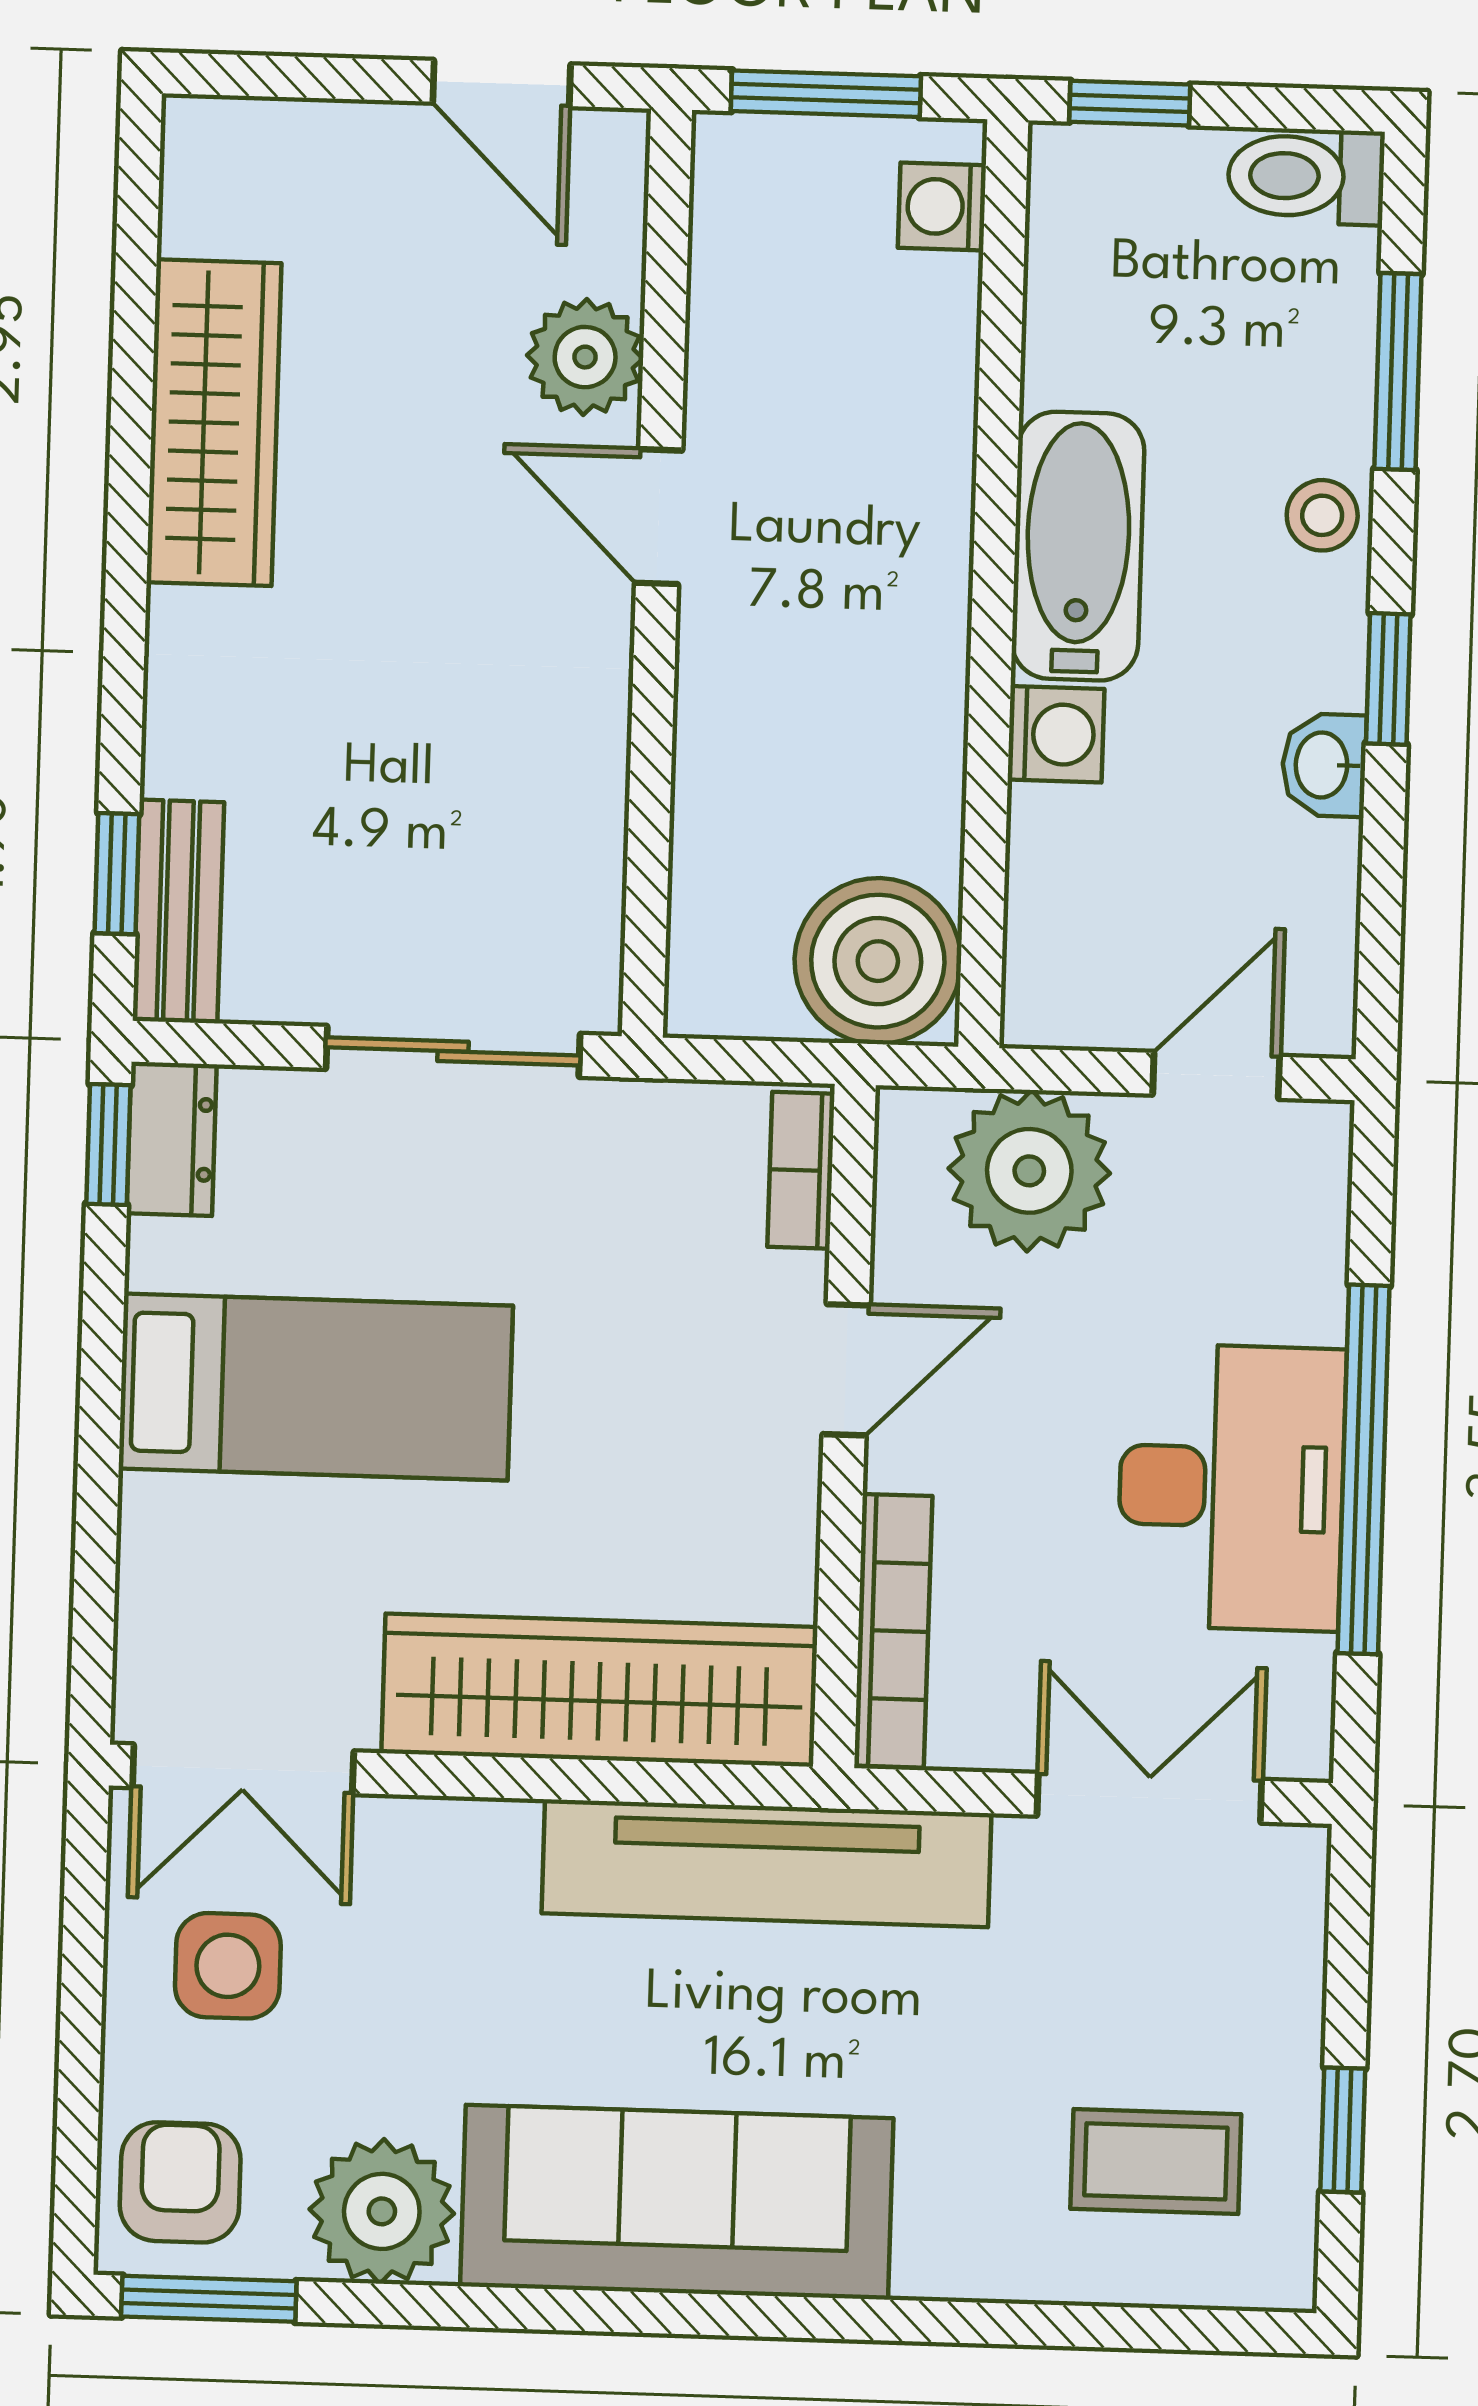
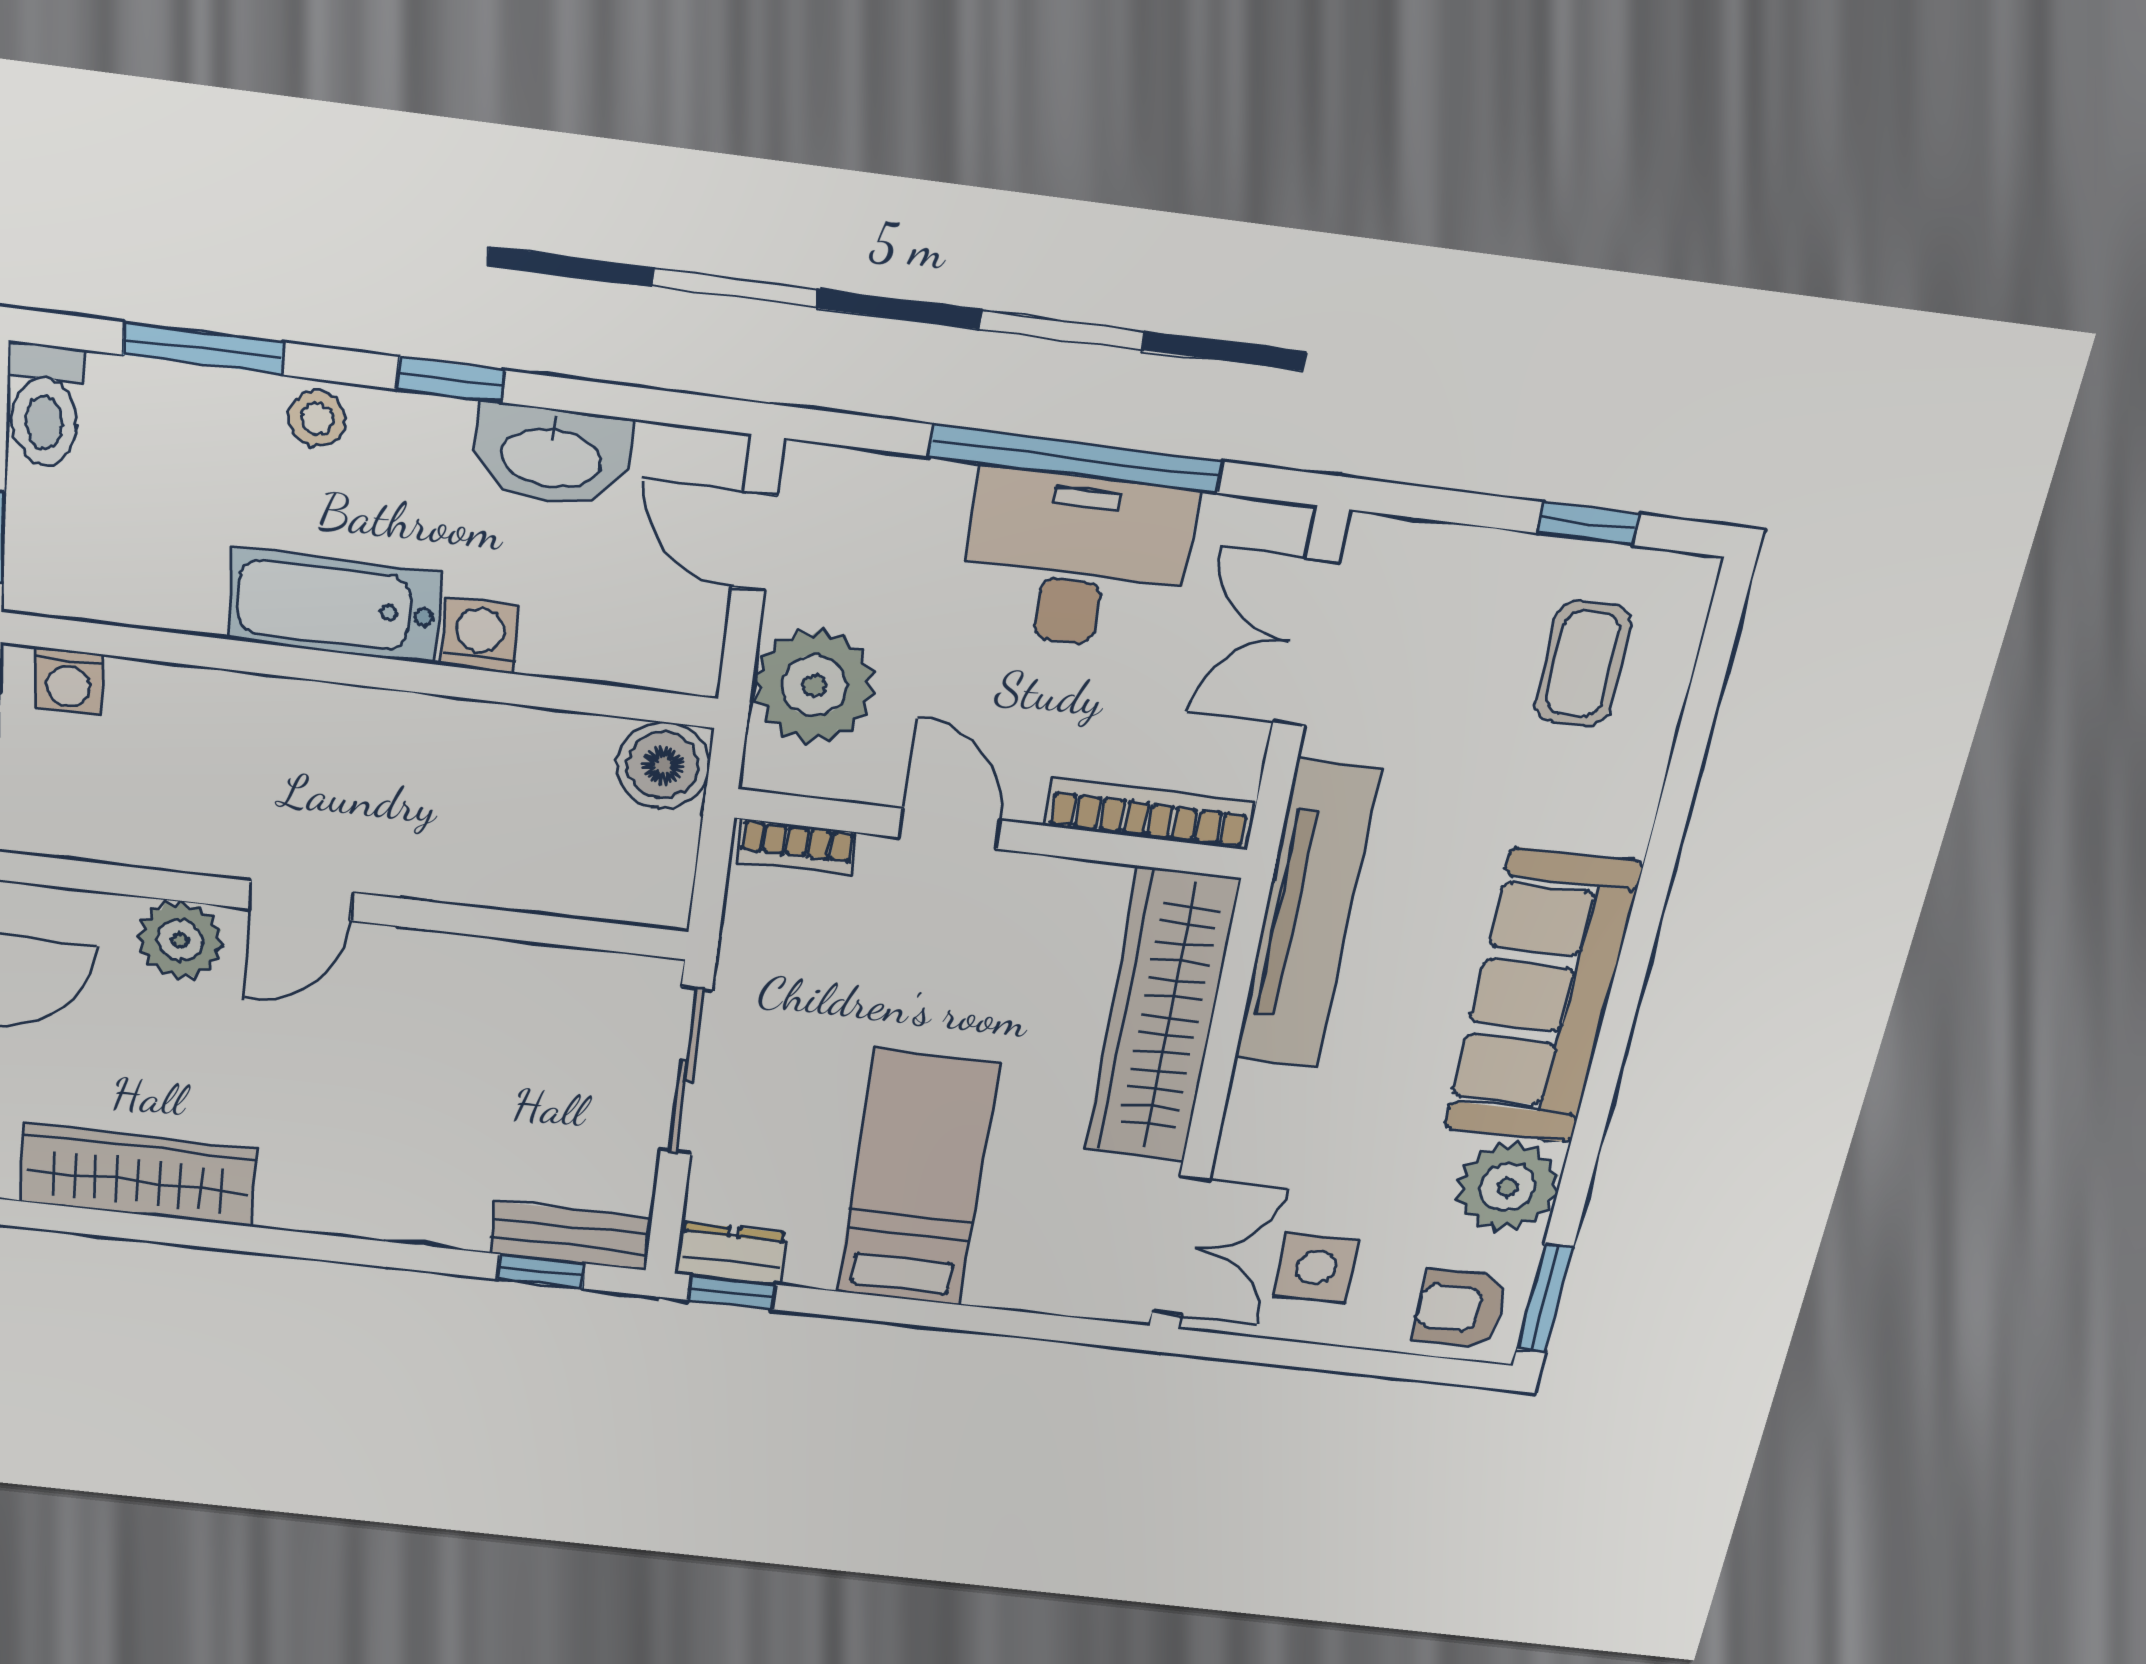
wardrobe: (214, 423) -> (138, 1175), moved
washbasin: (1324, 765) -> (552, 455), width x1.91, depth x1.45
boiler: (878, 961) -> (663, 765), width x0.73, depth x0.73

